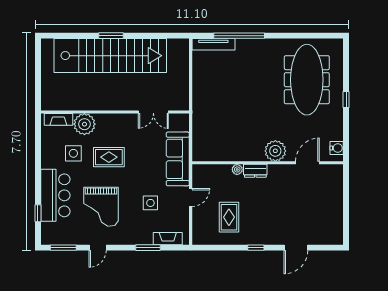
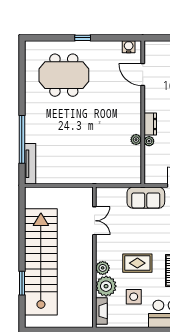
window: (111, 36) -> (22, 283), moved
meeting table: (307, 80) -> (64, 75), width x0.73
plant: (104, 121) -> (103, 268), added
plant: (275, 151) -> (136, 140), moved, width x0.53, depth x0.53
rug: (109, 157) -> (137, 263), turned 90
sofa: (178, 159) -> (146, 198), width x0.73

